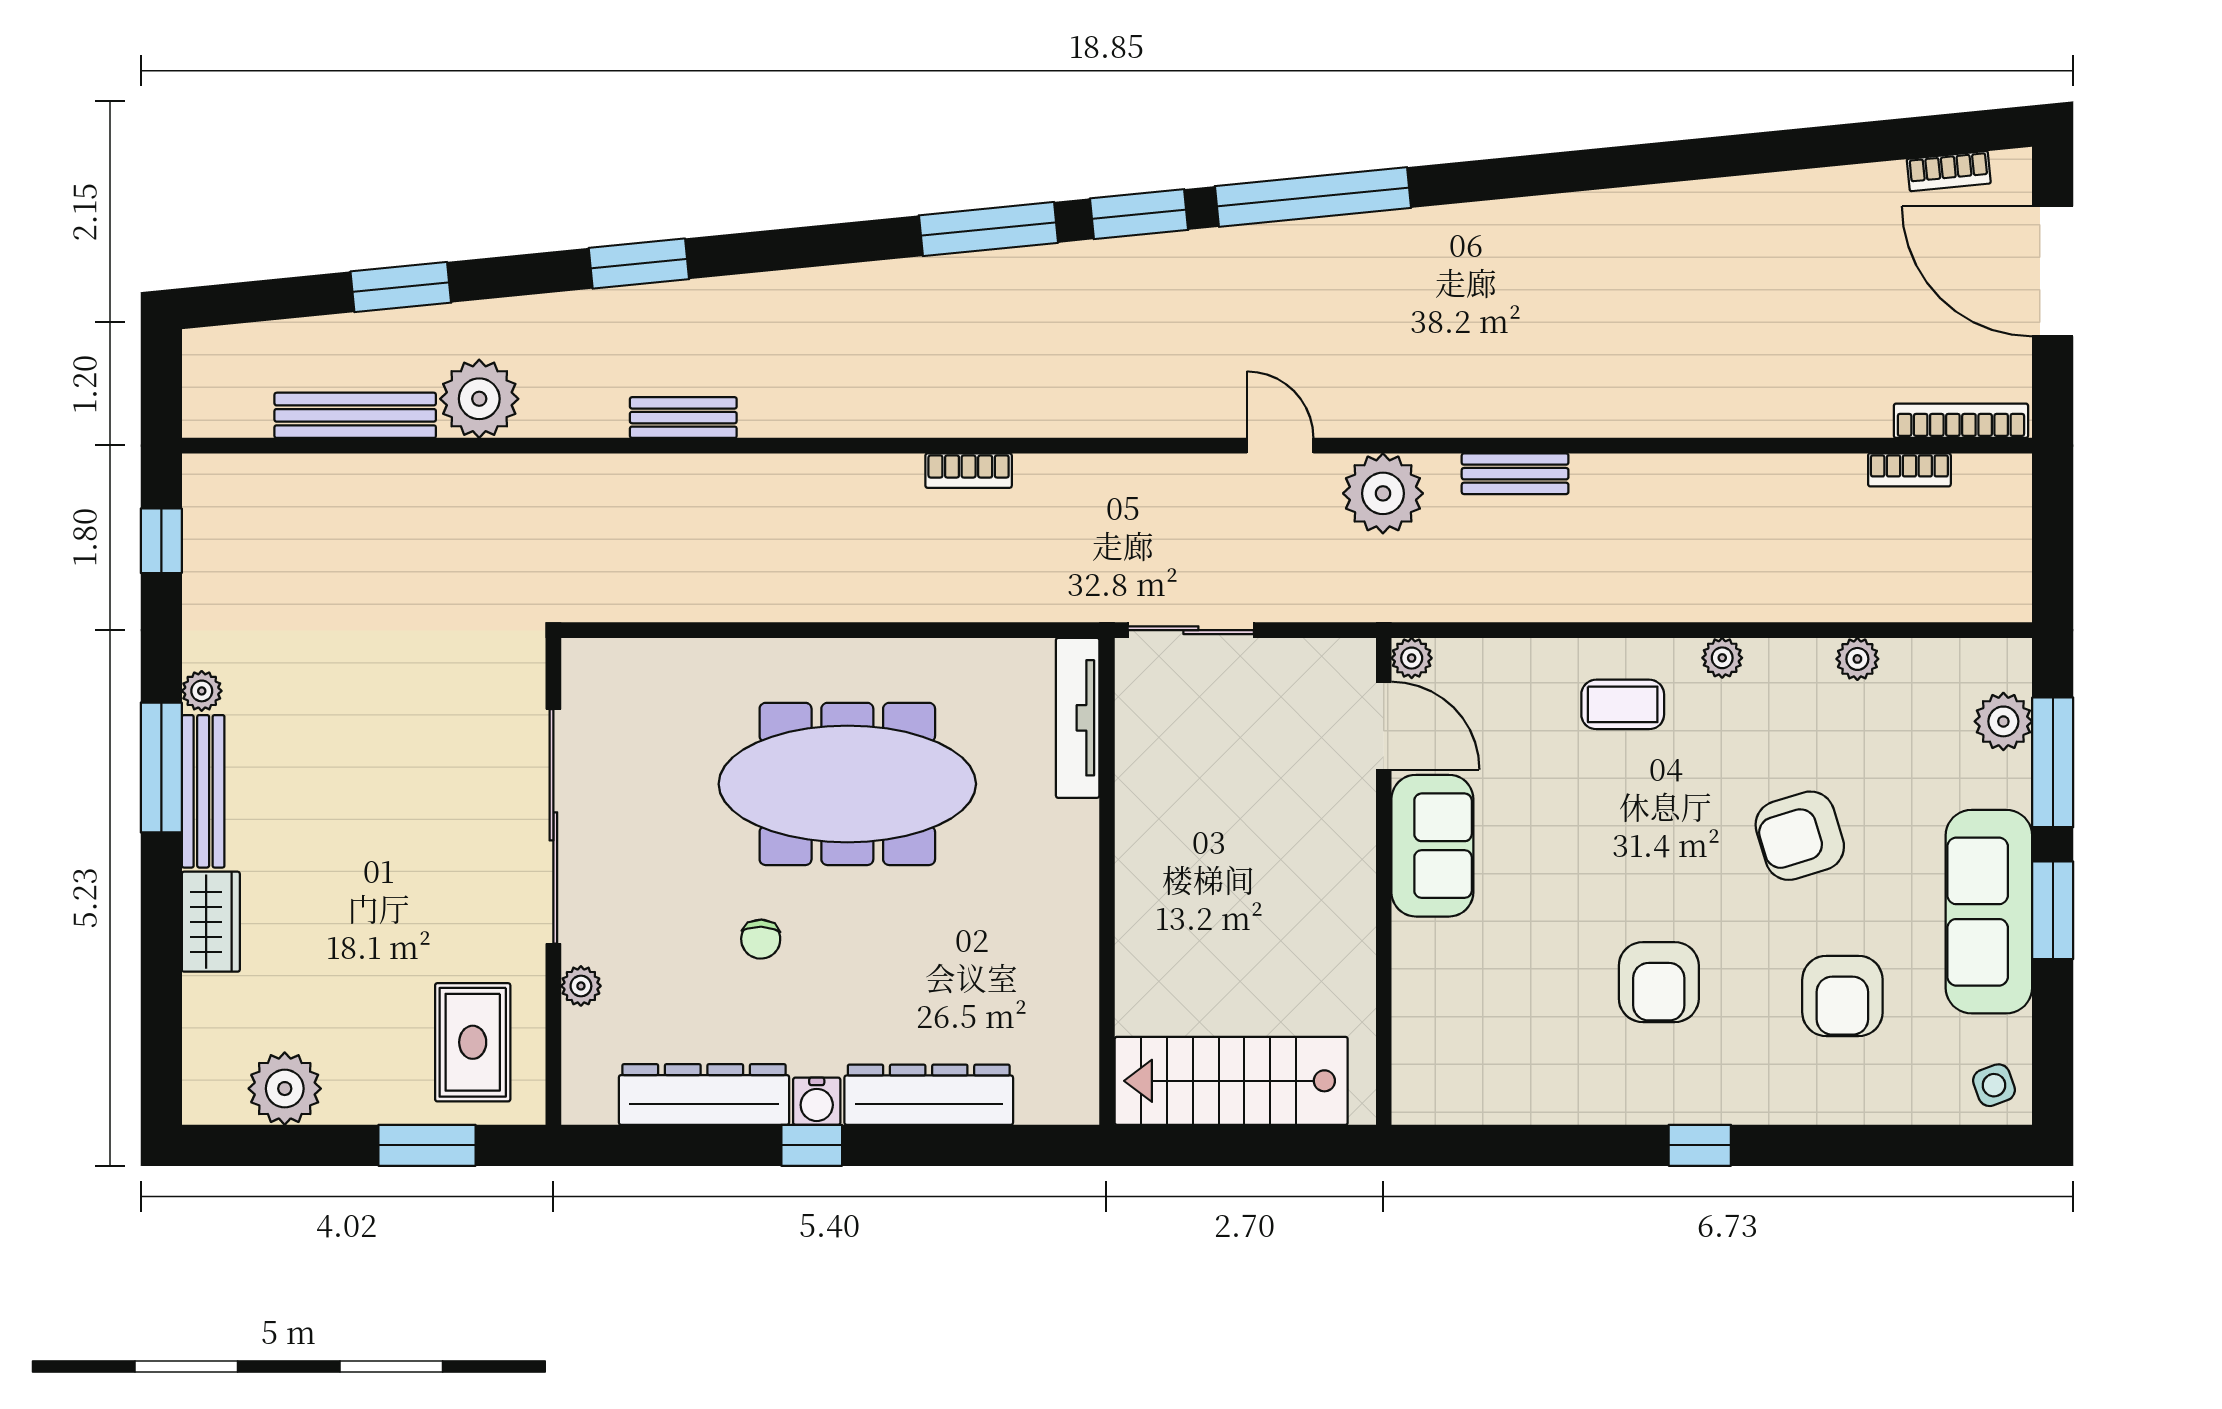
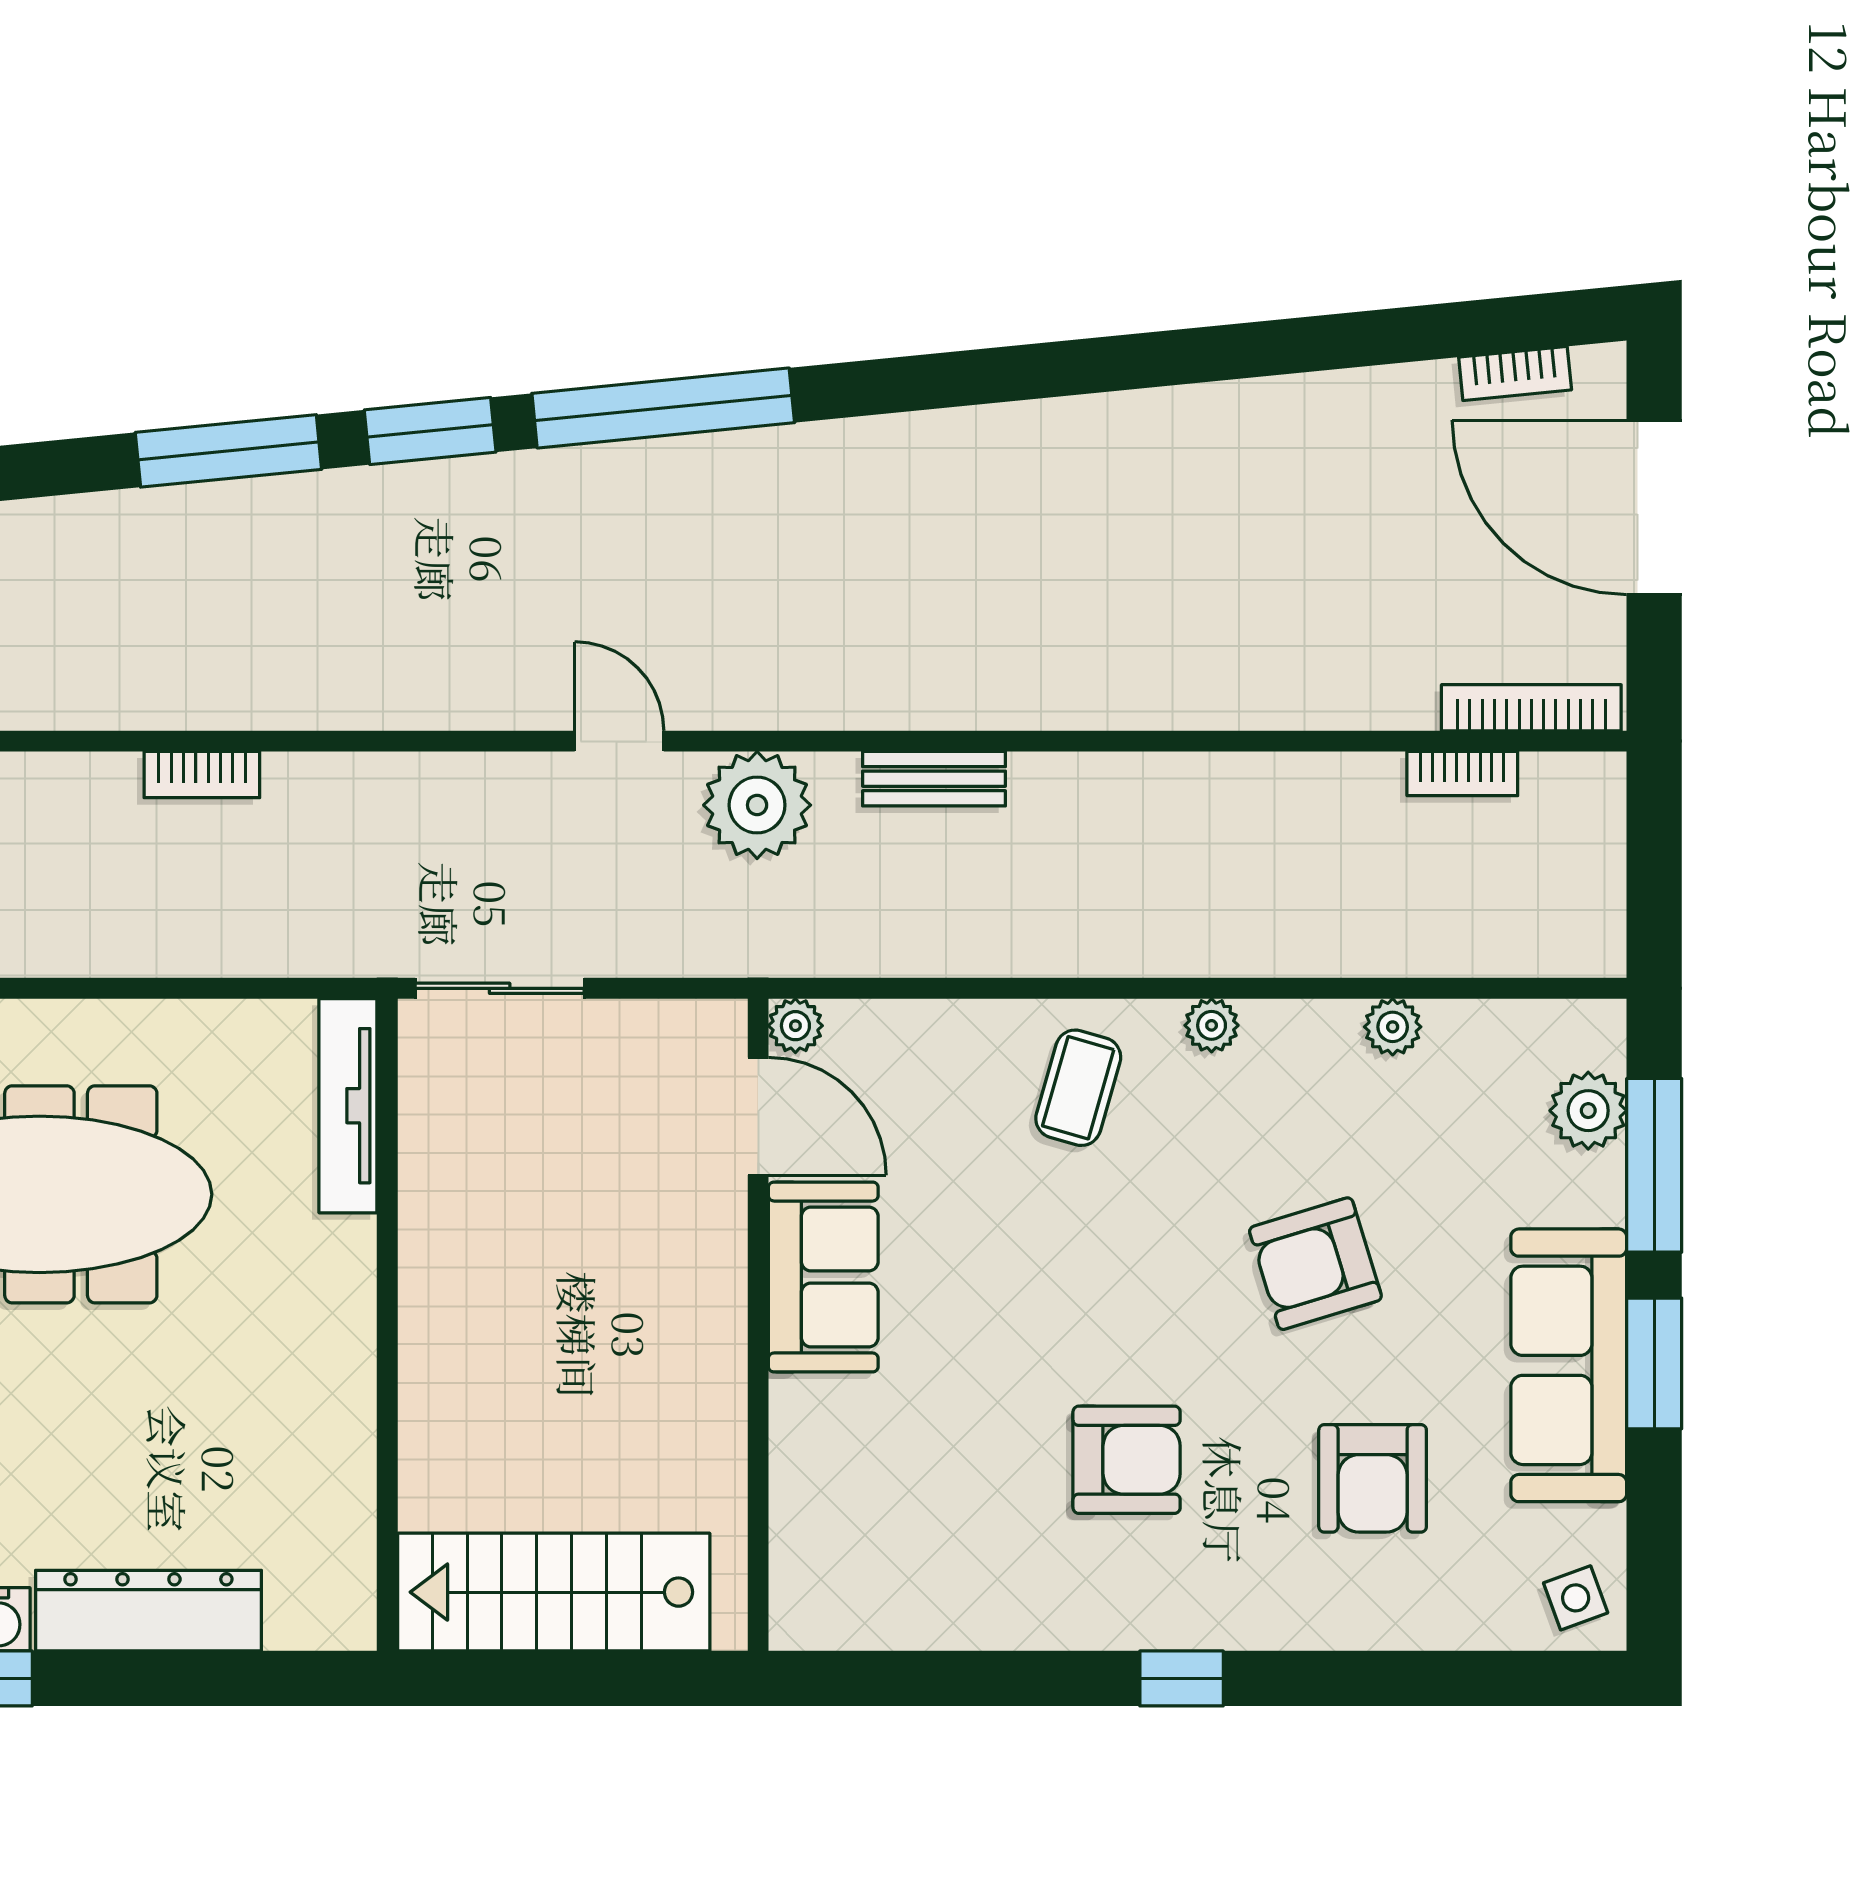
coffee table: (1623, 704) -> (1078, 1088), turned -74
armchair: (1659, 982) -> (1127, 1460), turned -90

